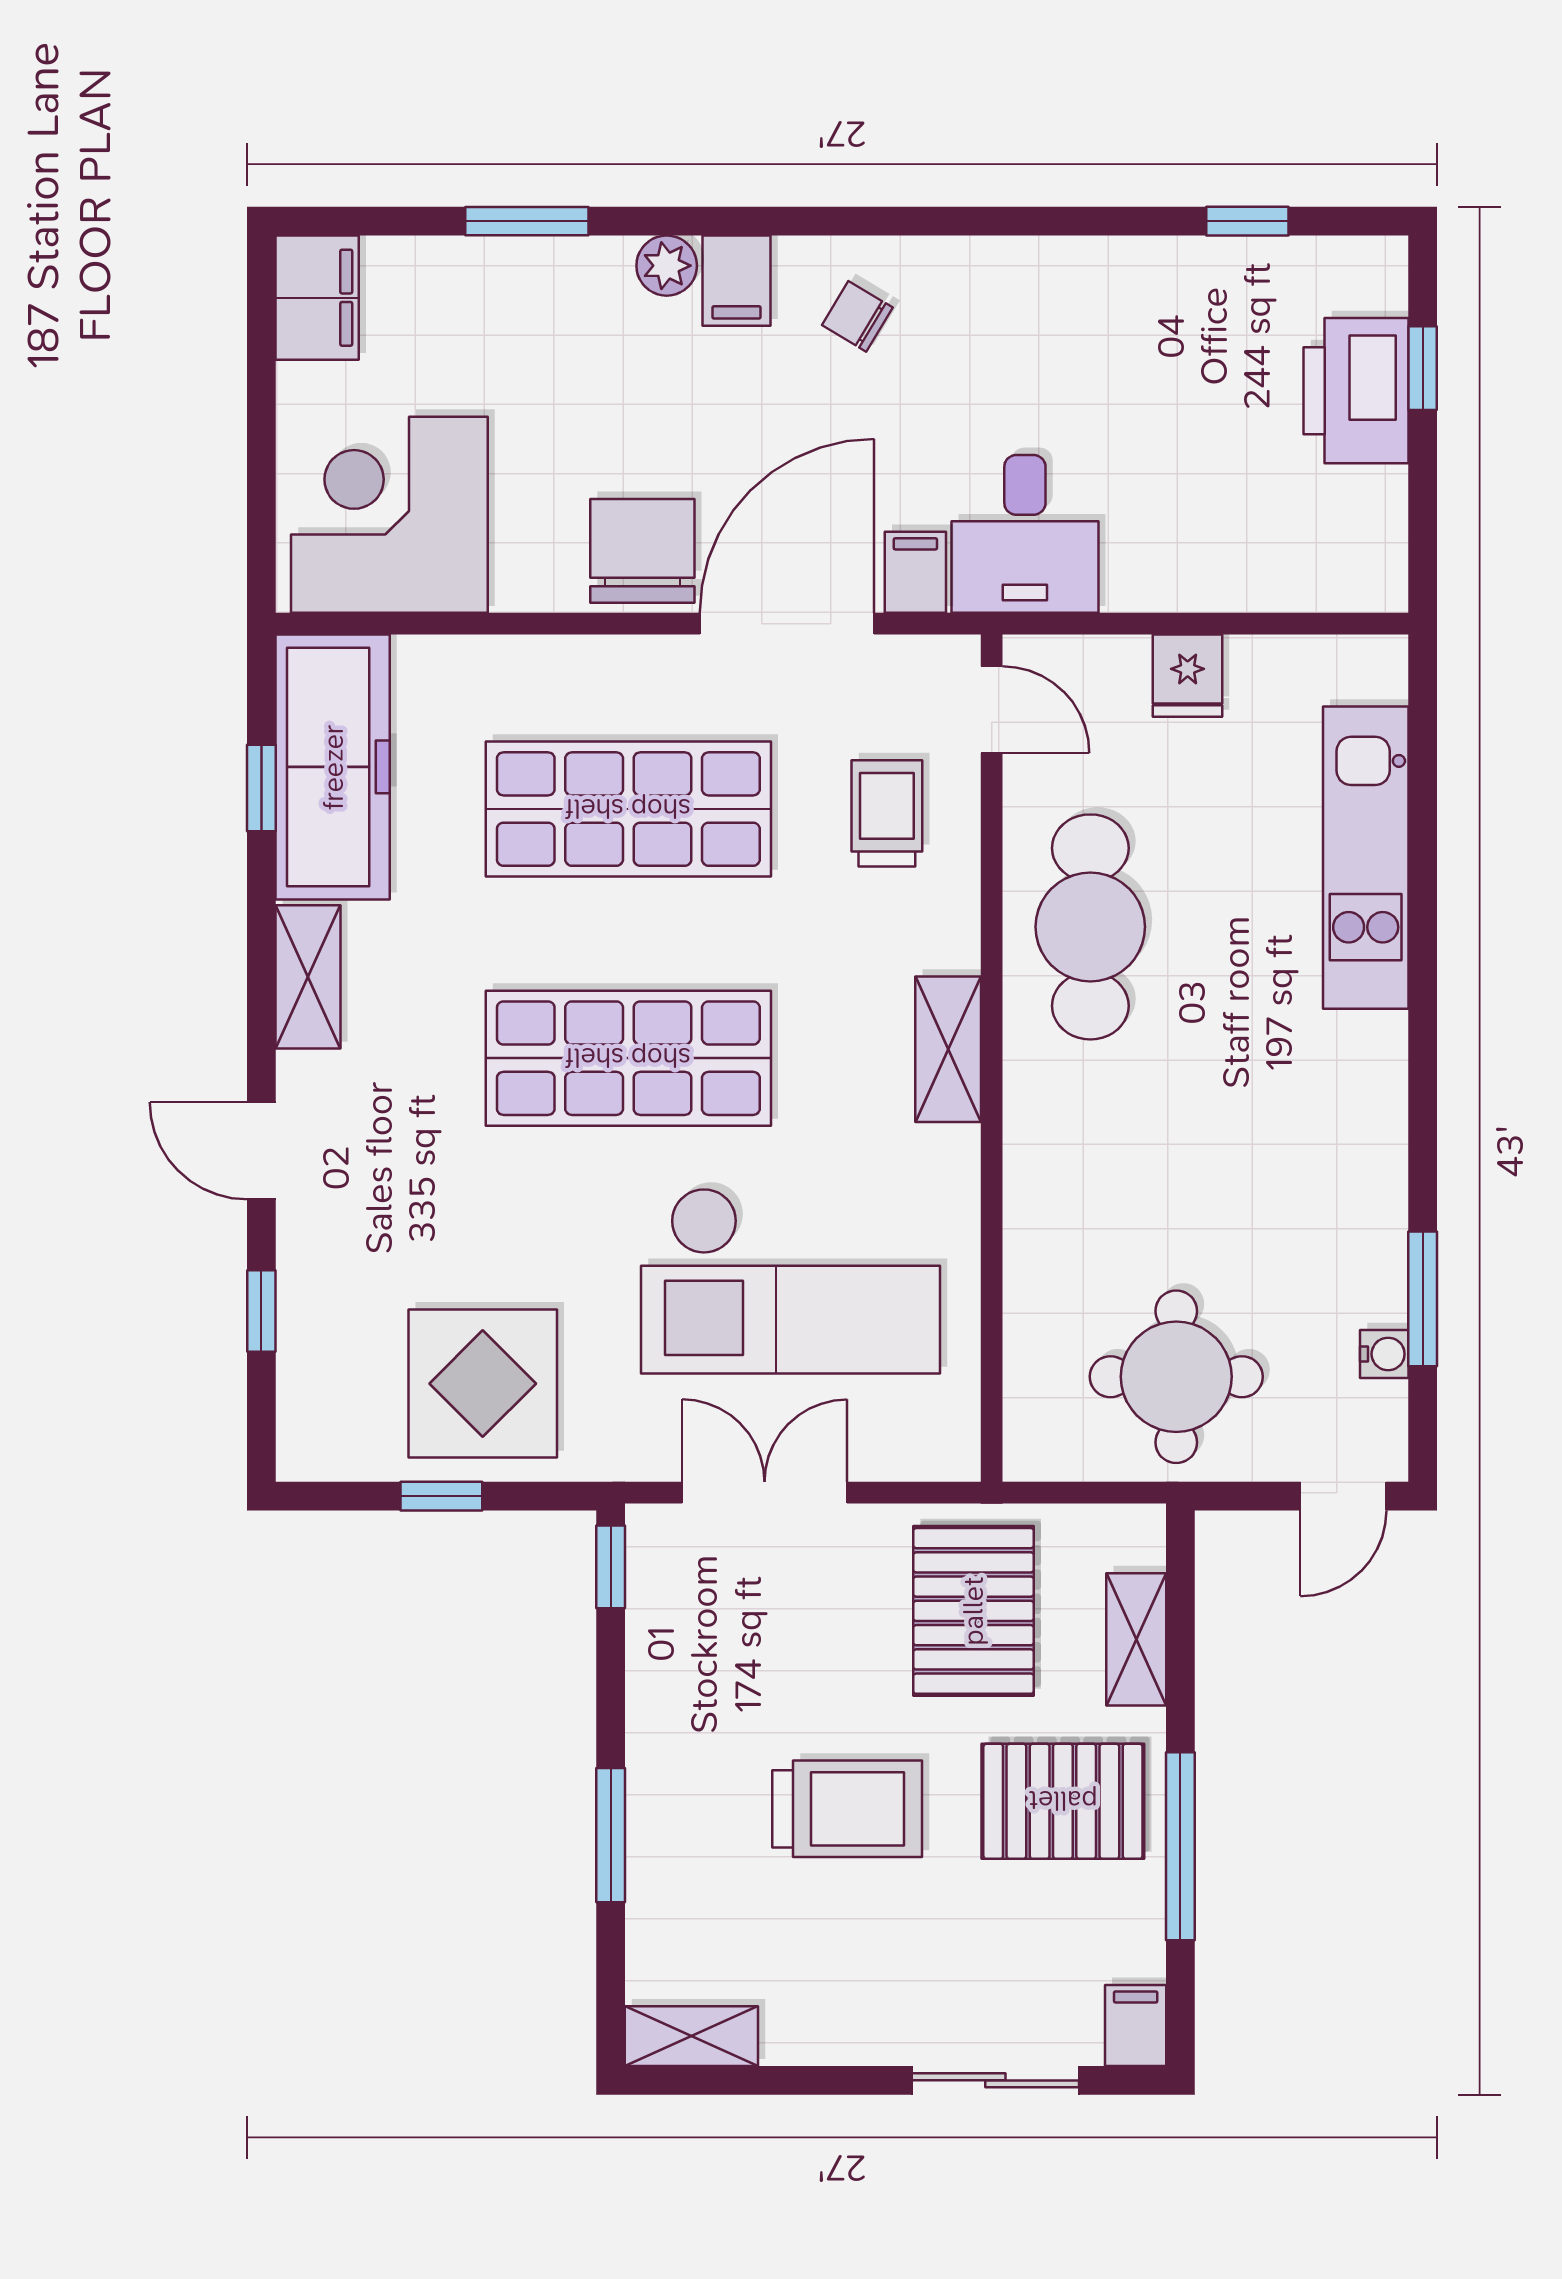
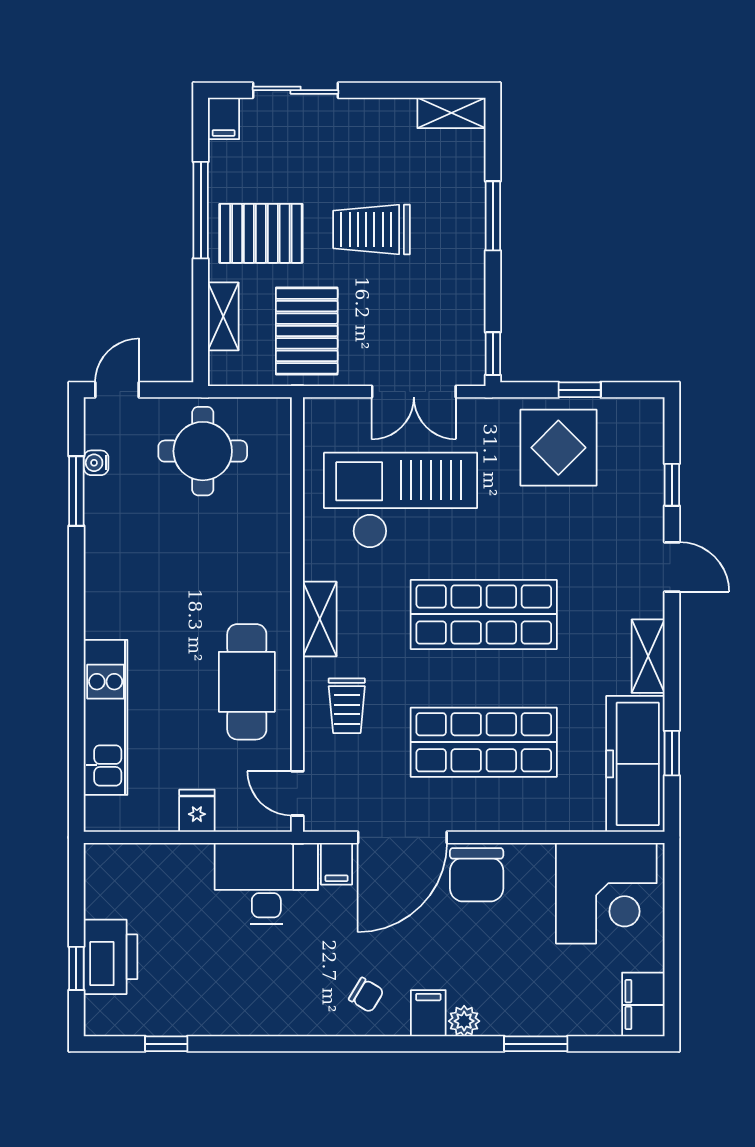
desk: (1025, 534) -> (266, 883), width x1.37
trolley: (887, 813) -> (347, 706), moved

